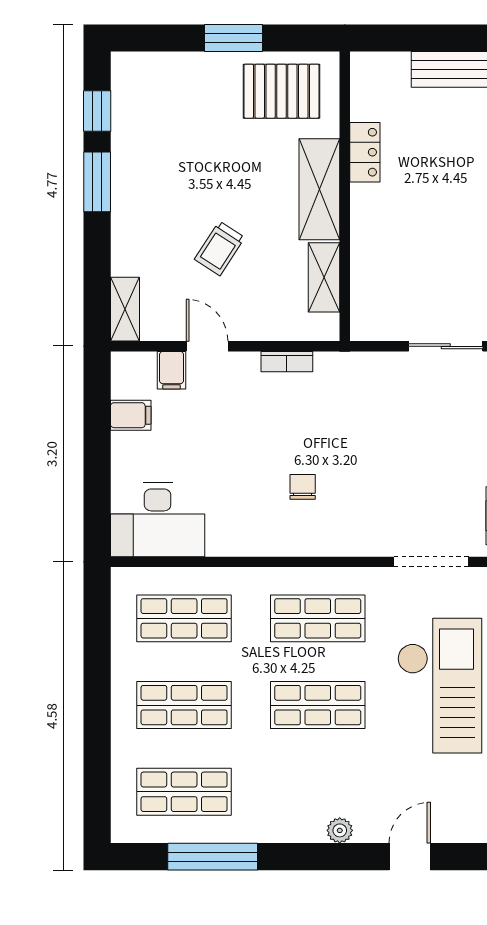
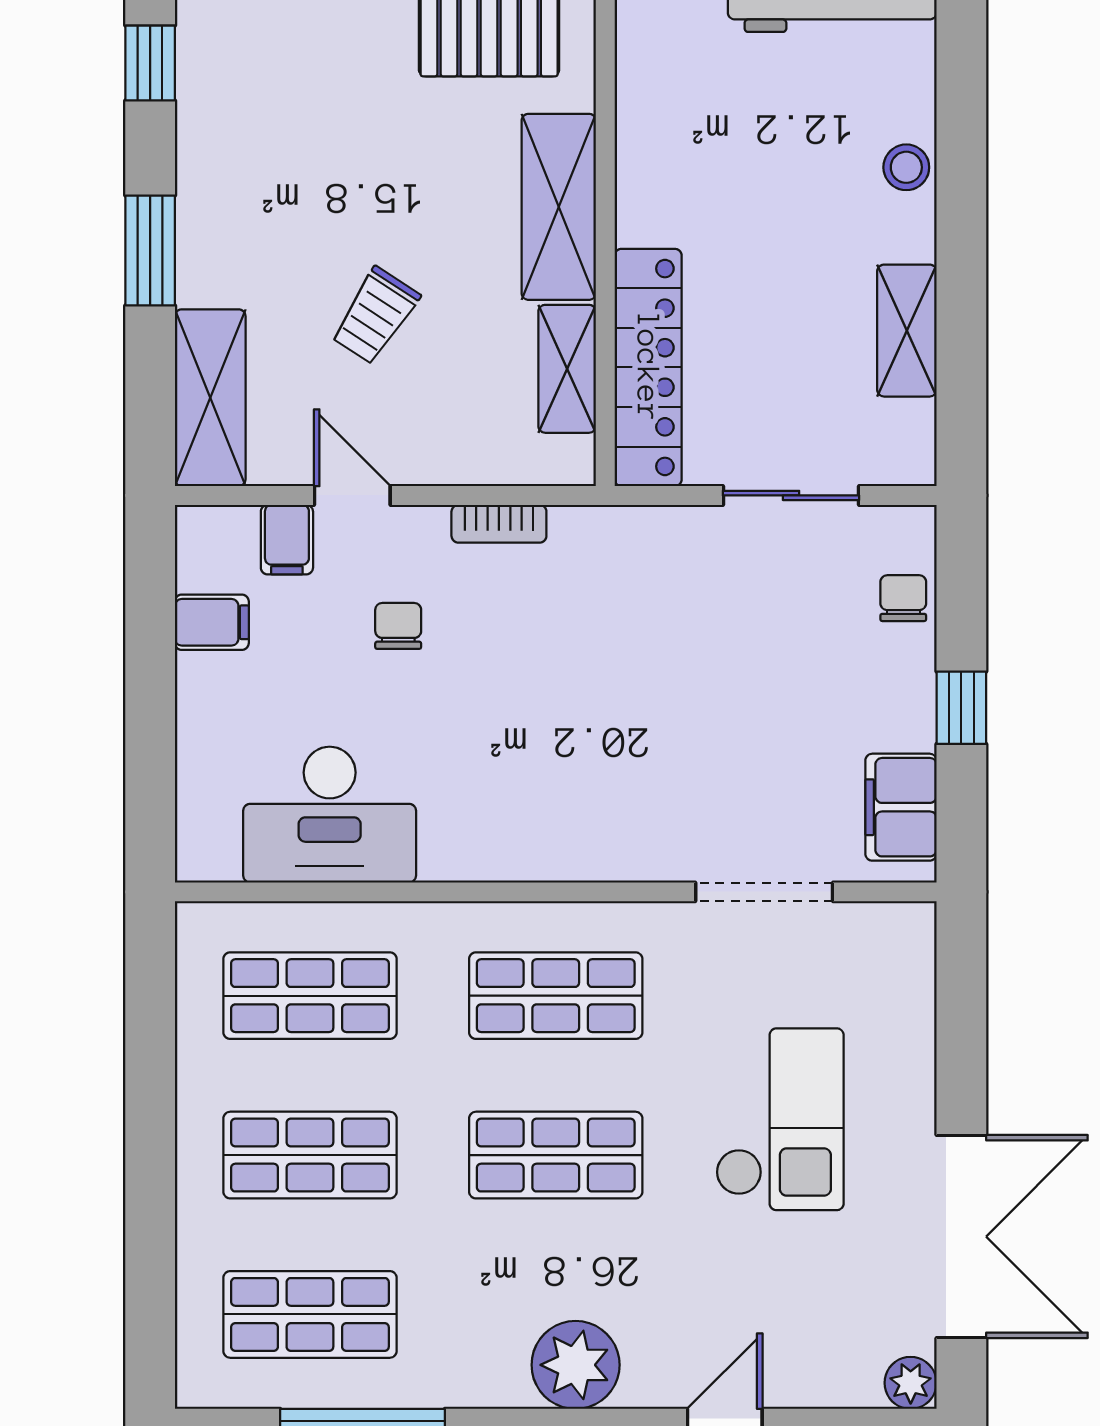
locker: (365, 152) -> (648, 367), moved, width x2.16, depth x1.21
window: (97, 182) -> (150, 251), moved
shelving: (125, 309) -> (210, 398), width x1.50, depth x1.33
chair: (303, 487) -> (398, 626), moved
desk: (158, 520) -> (330, 815), moved
checkout: (440, 686) -> (780, 1119), width x0.73, depth x0.83
plant: (340, 830) -> (576, 1365), width x1.88, depth x1.88

